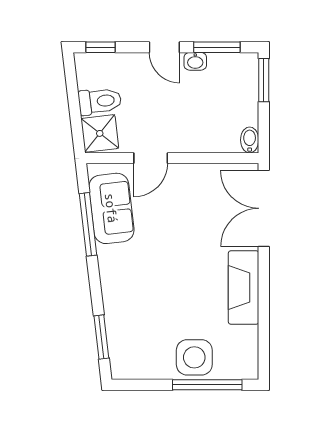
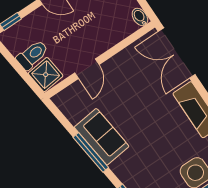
sofa: (111, 208) -> (102, 137), moved
window: (88, 224) -> (91, 152), moved

